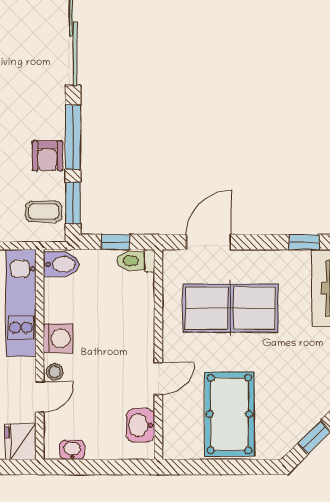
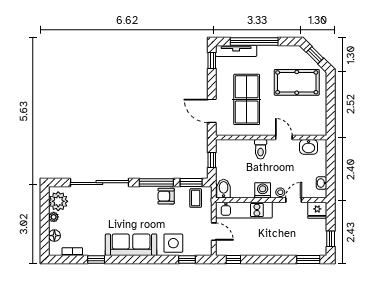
armchair: (47, 156) -> (166, 196), turned 180
toilet: (136, 261) -> (261, 149), moved
door: (40, 397) -> (294, 200), hinge flipped
pool table: (229, 414) -> (297, 82), moved

